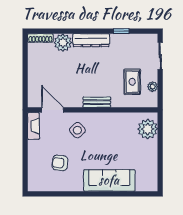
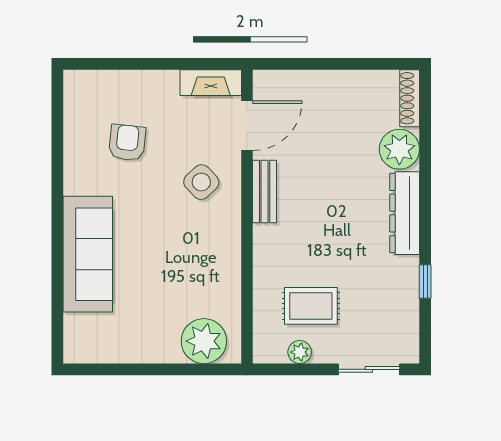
bench: (97, 102) -> (265, 192), moved

